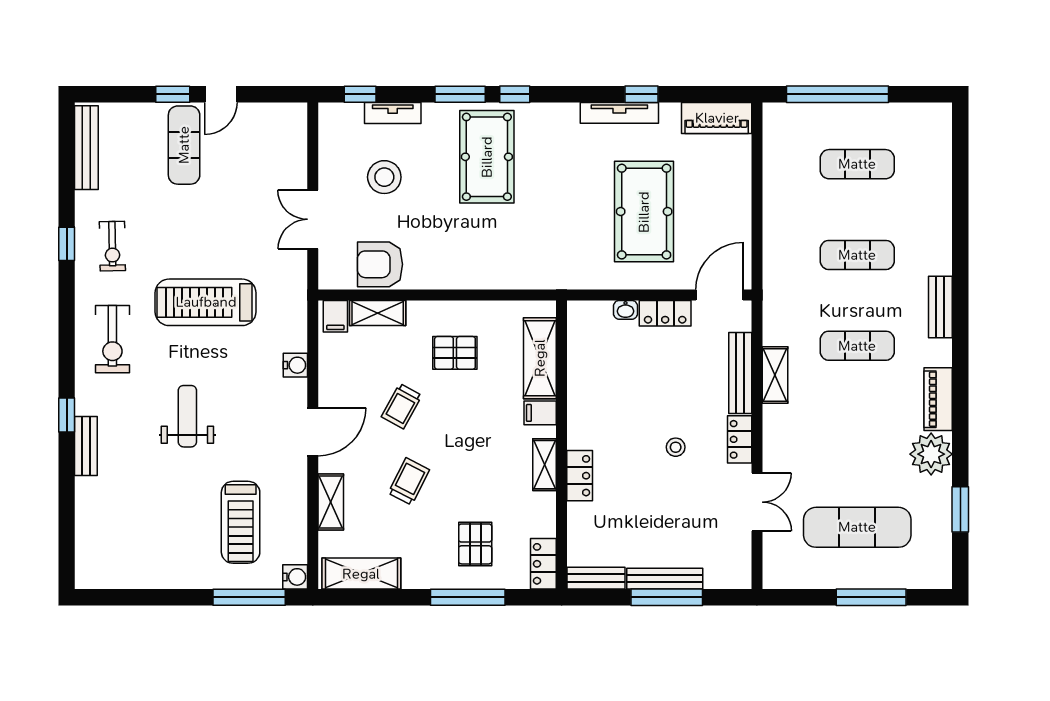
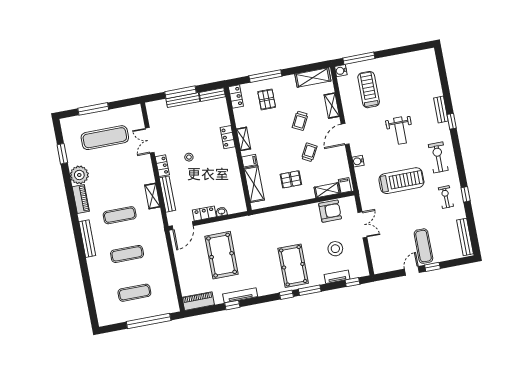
bench: (940, 307) -> (87, 239), width x1.36

